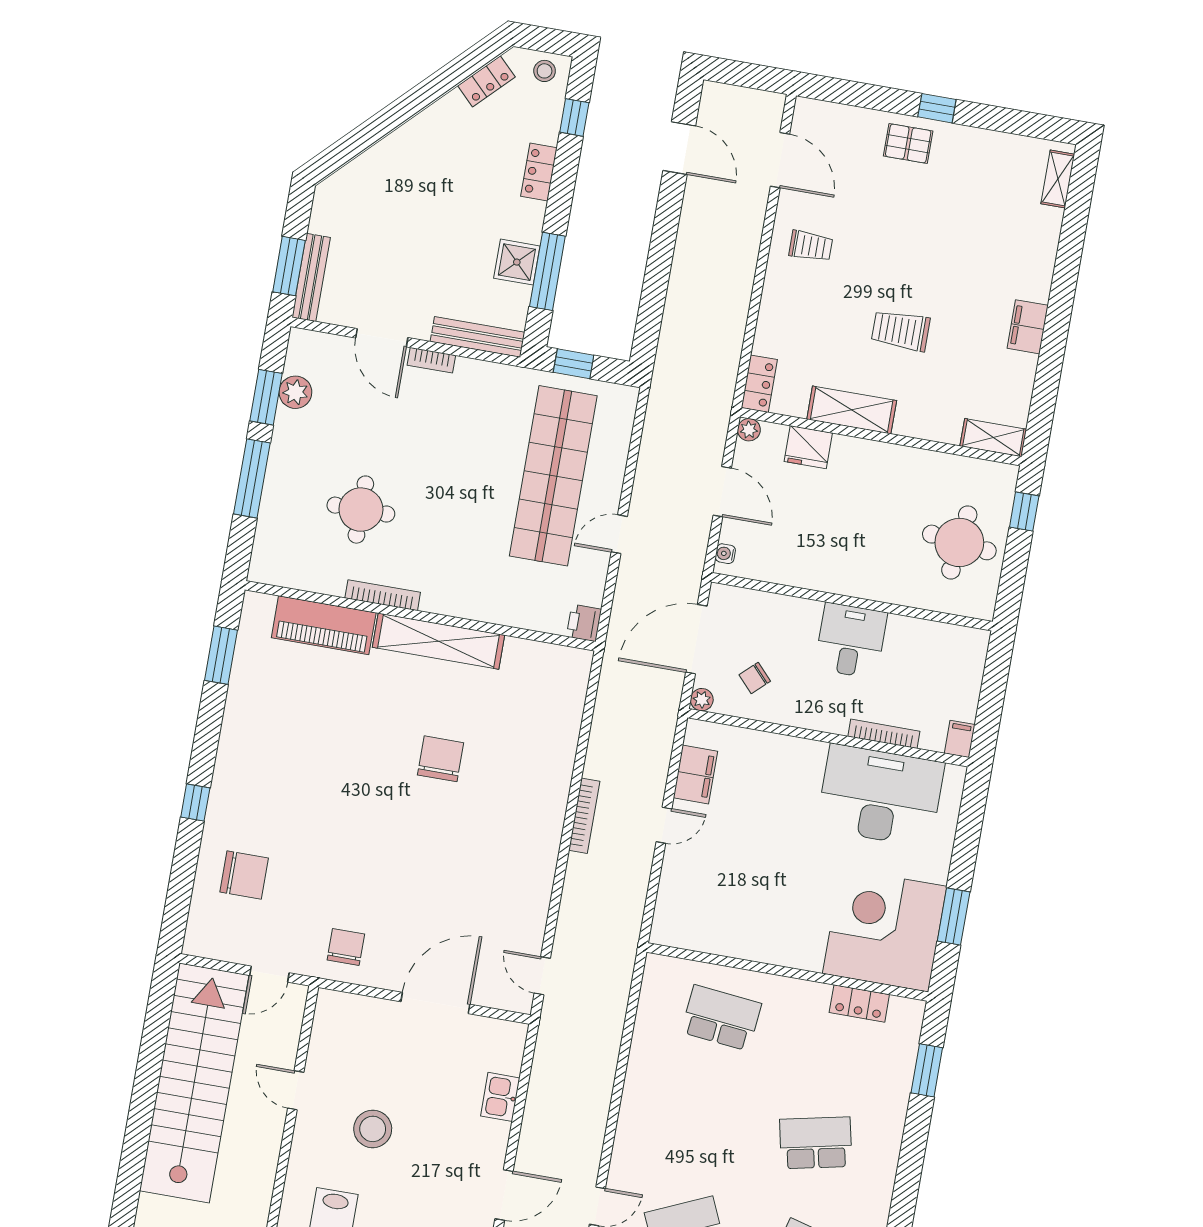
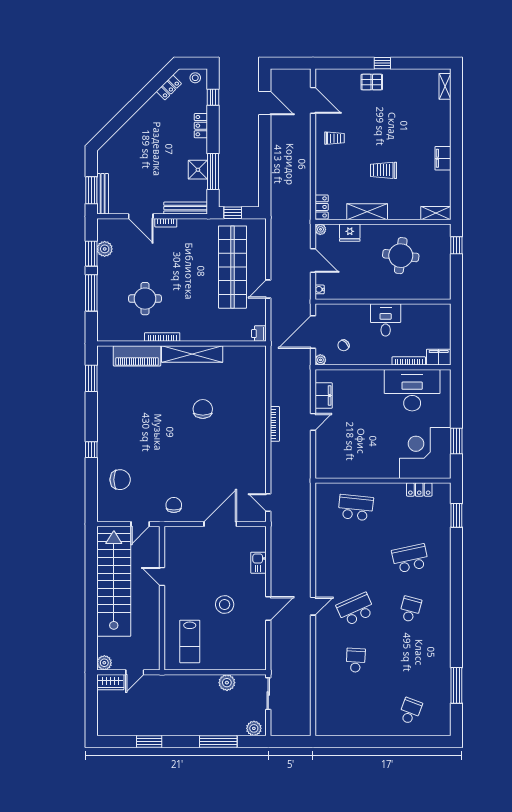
round table: (959, 542) -> (401, 256), moved
filing cabinet: (960, 739) -> (439, 357), width x2.00
stool: (373, 1129) -> (225, 604), moved

